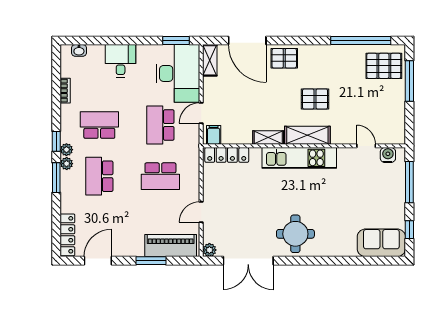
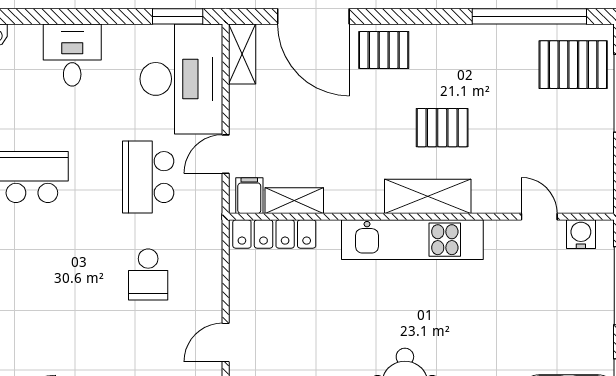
shelving: (268, 137) -> (294, 201), moved
school desk: (99, 176) -> (32, 274), removed
school desk: (160, 176) -> (148, 274), width x0.54

